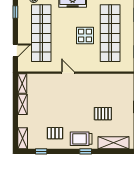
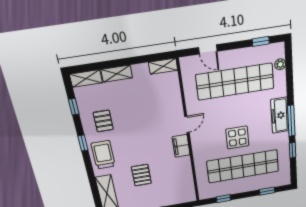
filing cabinet: (84, 80) -> (181, 146), added
shelving: (22, 104) -> (117, 74), moved
window: (86, 151) -> (83, 143), moved

